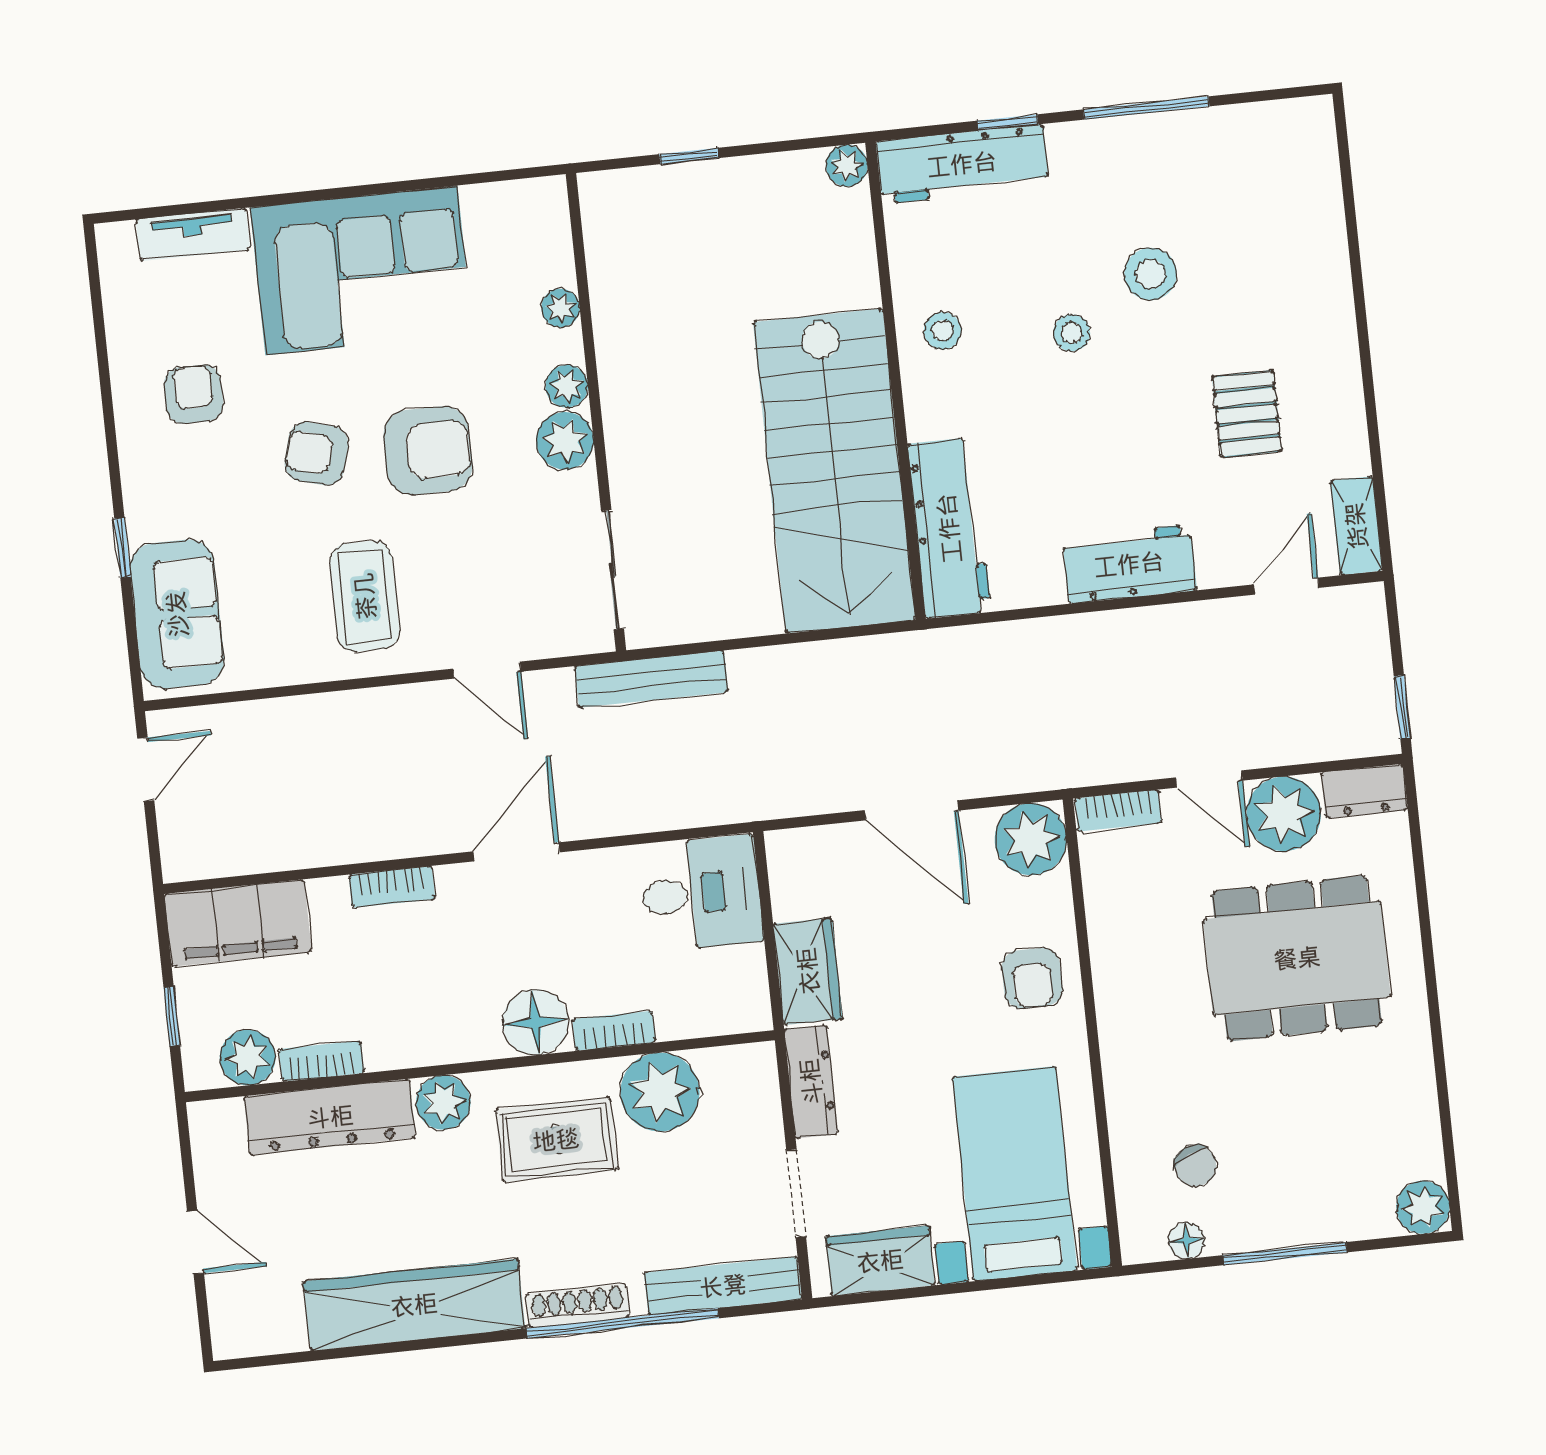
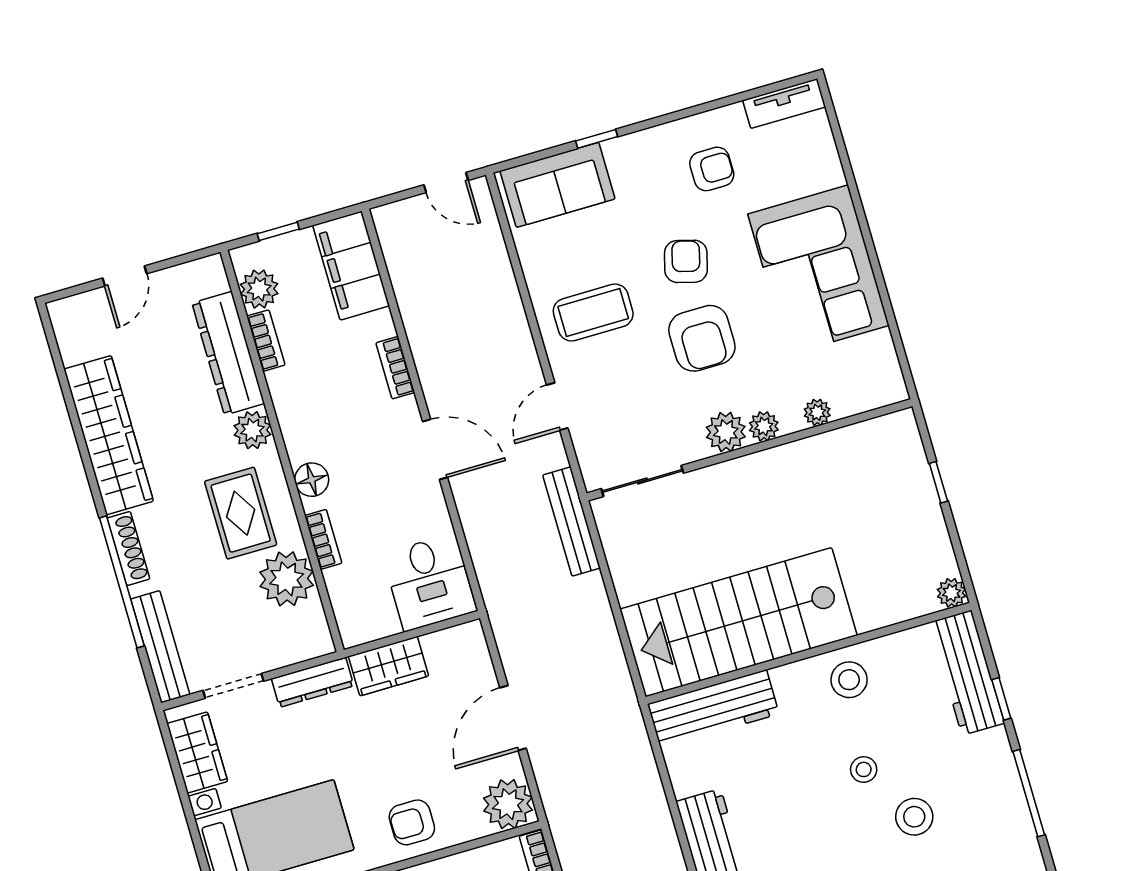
tv unit: (193, 235) -> (784, 104), moved, turned -90
stool: (943, 331) -> (849, 680), width x1.37, depth x1.37
floor lamp: (535, 1022) -> (312, 480), width x0.73, depth x0.73

